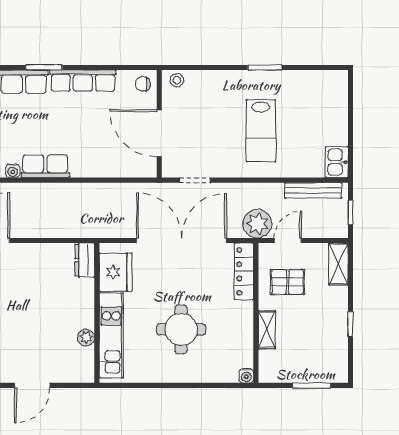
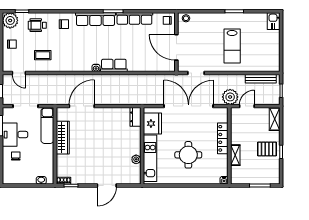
kitchen sink: (337, 162) -> (274, 21), moved
locker: (244, 271) -> (223, 138), moved
pallet: (287, 282) -> (267, 149), moved

